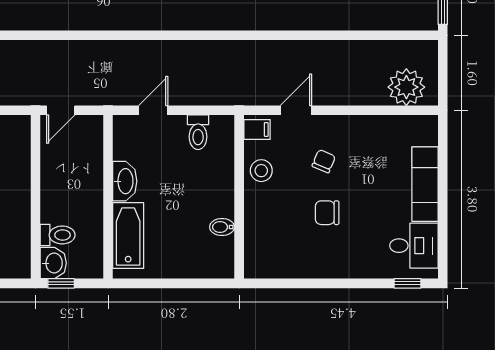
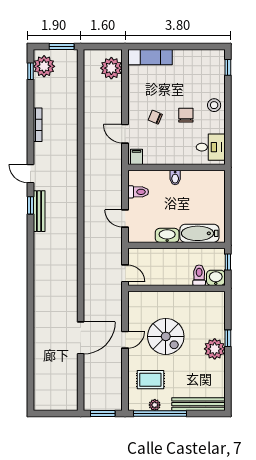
stool: (261, 171) -> (214, 105), moved
exam couch: (425, 184) -> (150, 57), moved
chair: (327, 213) -> (186, 115), turned 180
bidet: (222, 227) -> (175, 178), moved
desk: (414, 246) -> (211, 147), moved, turned 90
window: (61, 283) -> (228, 262), moved

